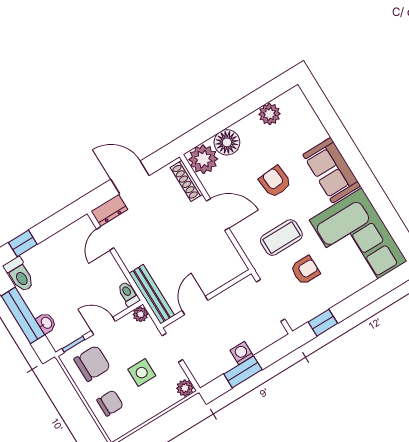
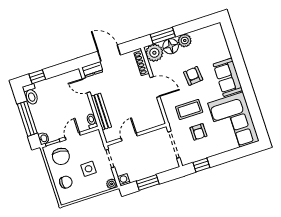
plant: (270, 114) -> (185, 41), moved
window: (210, 128) -> (163, 36), added
door: (105, 239) -> (86, 85), hinge flipped
armchair: (305, 270) -> (198, 132), turned 90
bench: (152, 294) -> (101, 112), moved
plant: (140, 314) -> (96, 135), removed
washbasin: (46, 323) -> (44, 138), moved
door: (103, 326) -> (73, 136), hinge flipped
washing machine: (242, 353) -> (124, 180), moved
chair: (92, 363) -> (61, 156), turned 96

